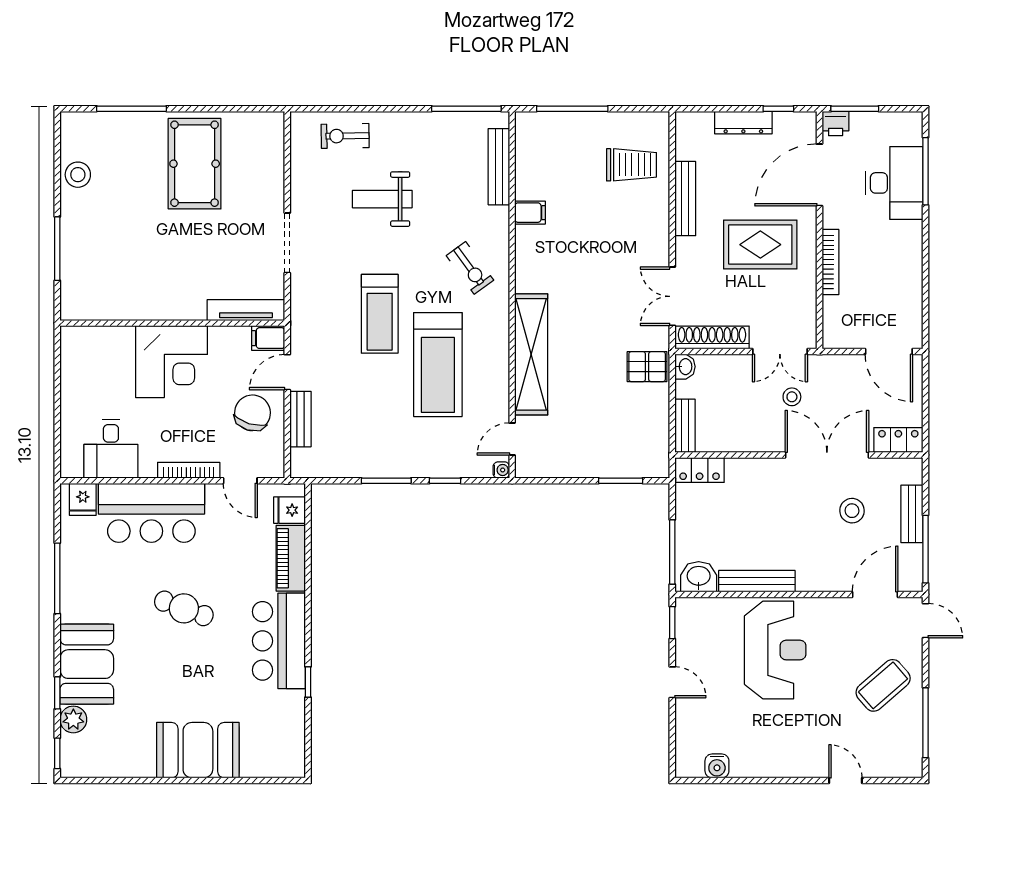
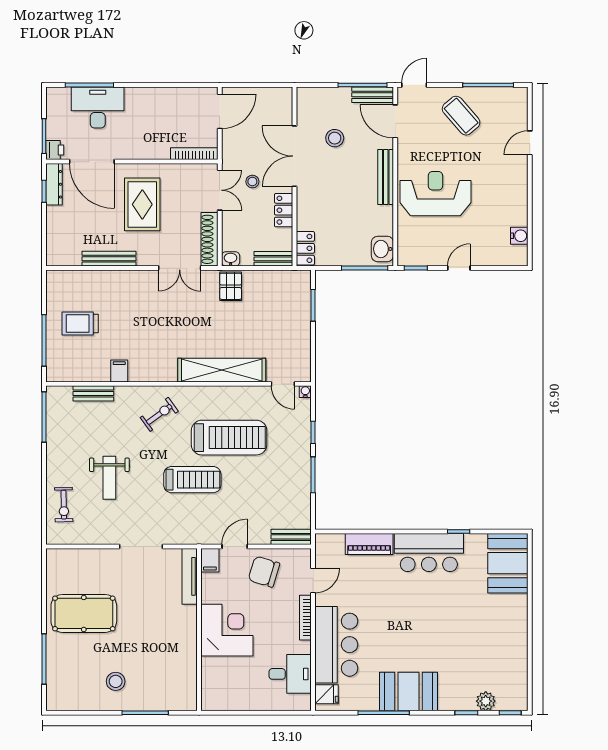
dresser: (743, 123) -> (54, 184), moved
trolley: (632, 165) -> (80, 323), moved, turned -90
bench: (499, 167) -> (93, 393), width x0.73
stool: (78, 175) -> (116, 681), moved
bookcase: (831, 262) -> (194, 154), moved
door: (287, 372) -> (235, 546), swing flipped
bench: (300, 419) -> (291, 537), moved
locker: (898, 440) -> (284, 210), moved
fridge: (290, 510) -> (334, 545), removed
bench: (912, 514) -> (373, 95), moved
bench: (757, 581) -> (386, 177), moved
cafe table: (184, 608) -> (405, 621), removed
booth: (87, 664) -> (408, 691), moved
booth: (198, 750) -> (508, 563), moved

